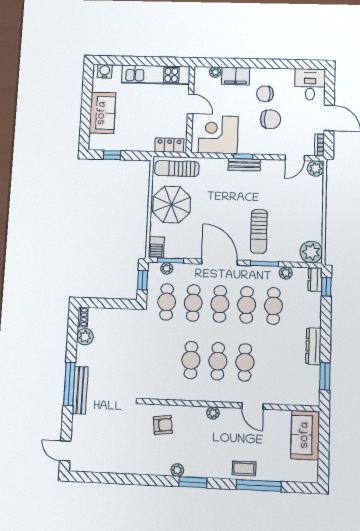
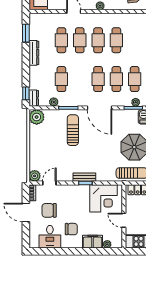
desk: (310, 84) -> (50, 237), moved
chair: (270, 119) -> (49, 210), moved
cafe table: (247, 305) -> (61, 40), moved

